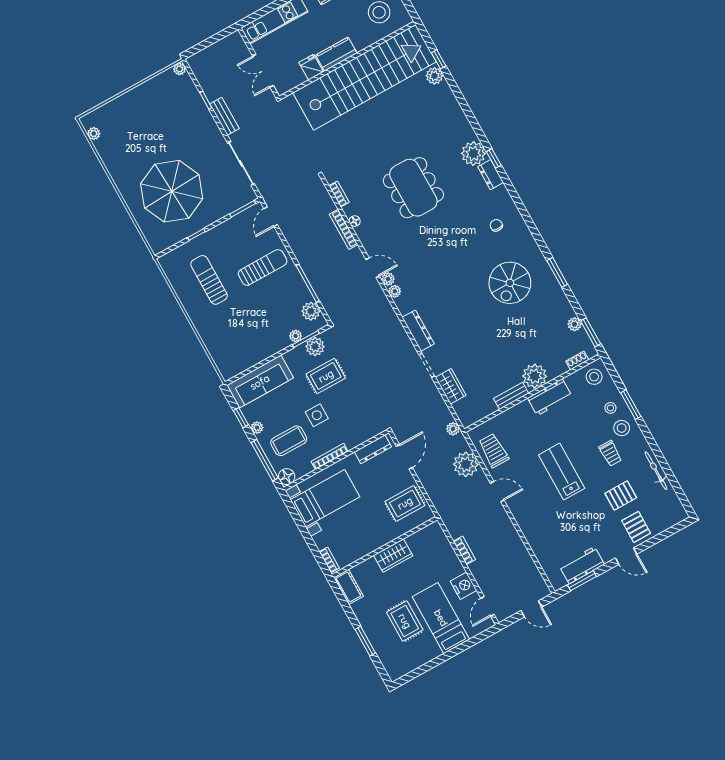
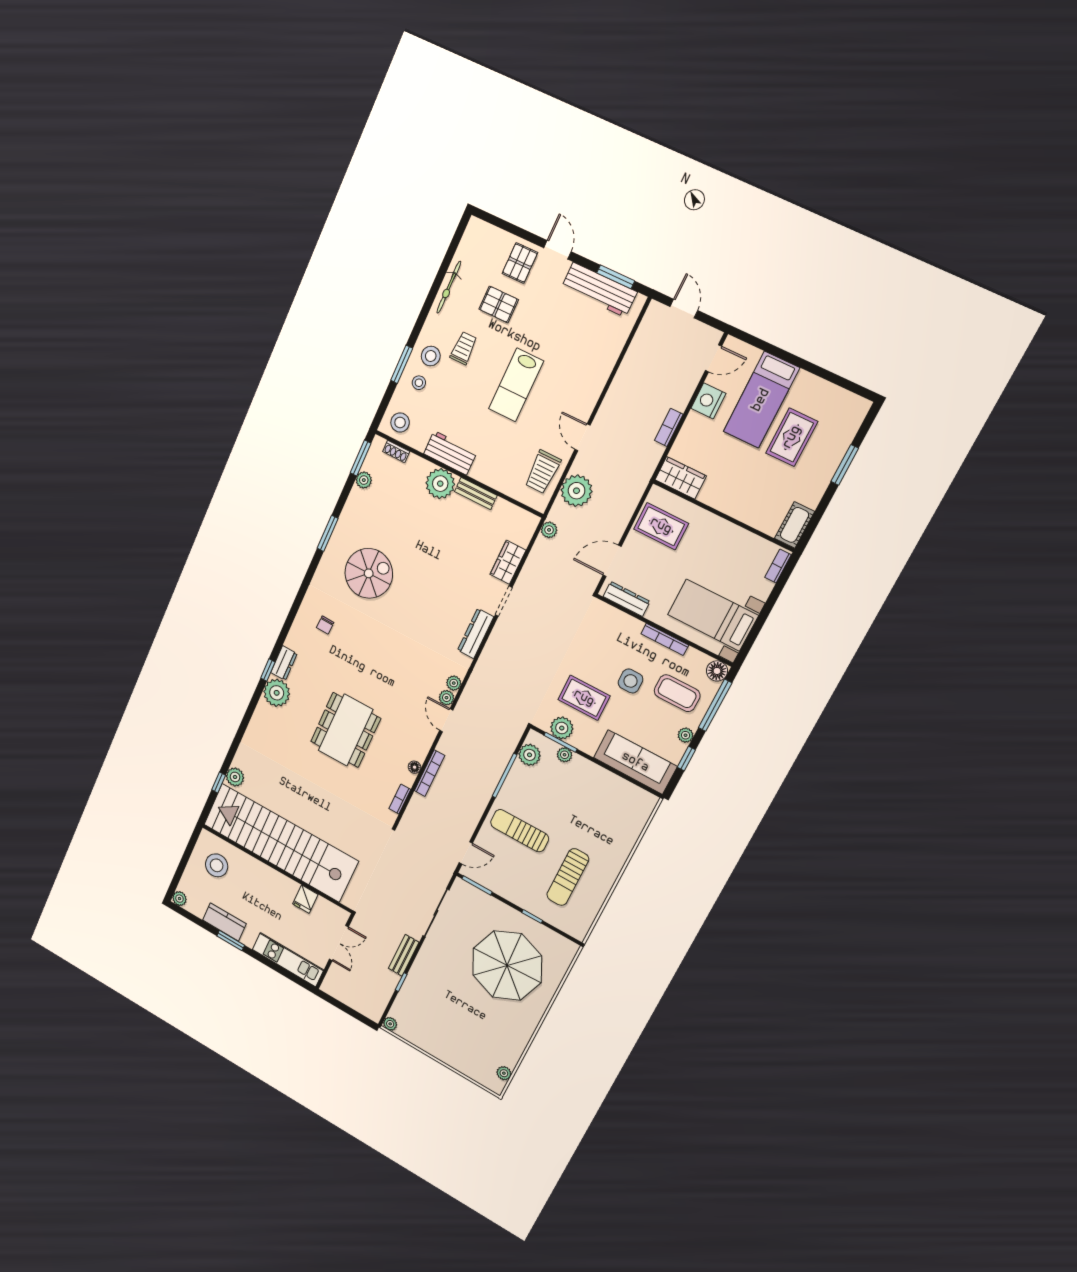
kitchen counter: (336, 54) -> (278, 882), removed
wardrobe: (393, 556) -> (681, 478), moved
workbench: (582, 565) -> (599, 290), width x1.38

